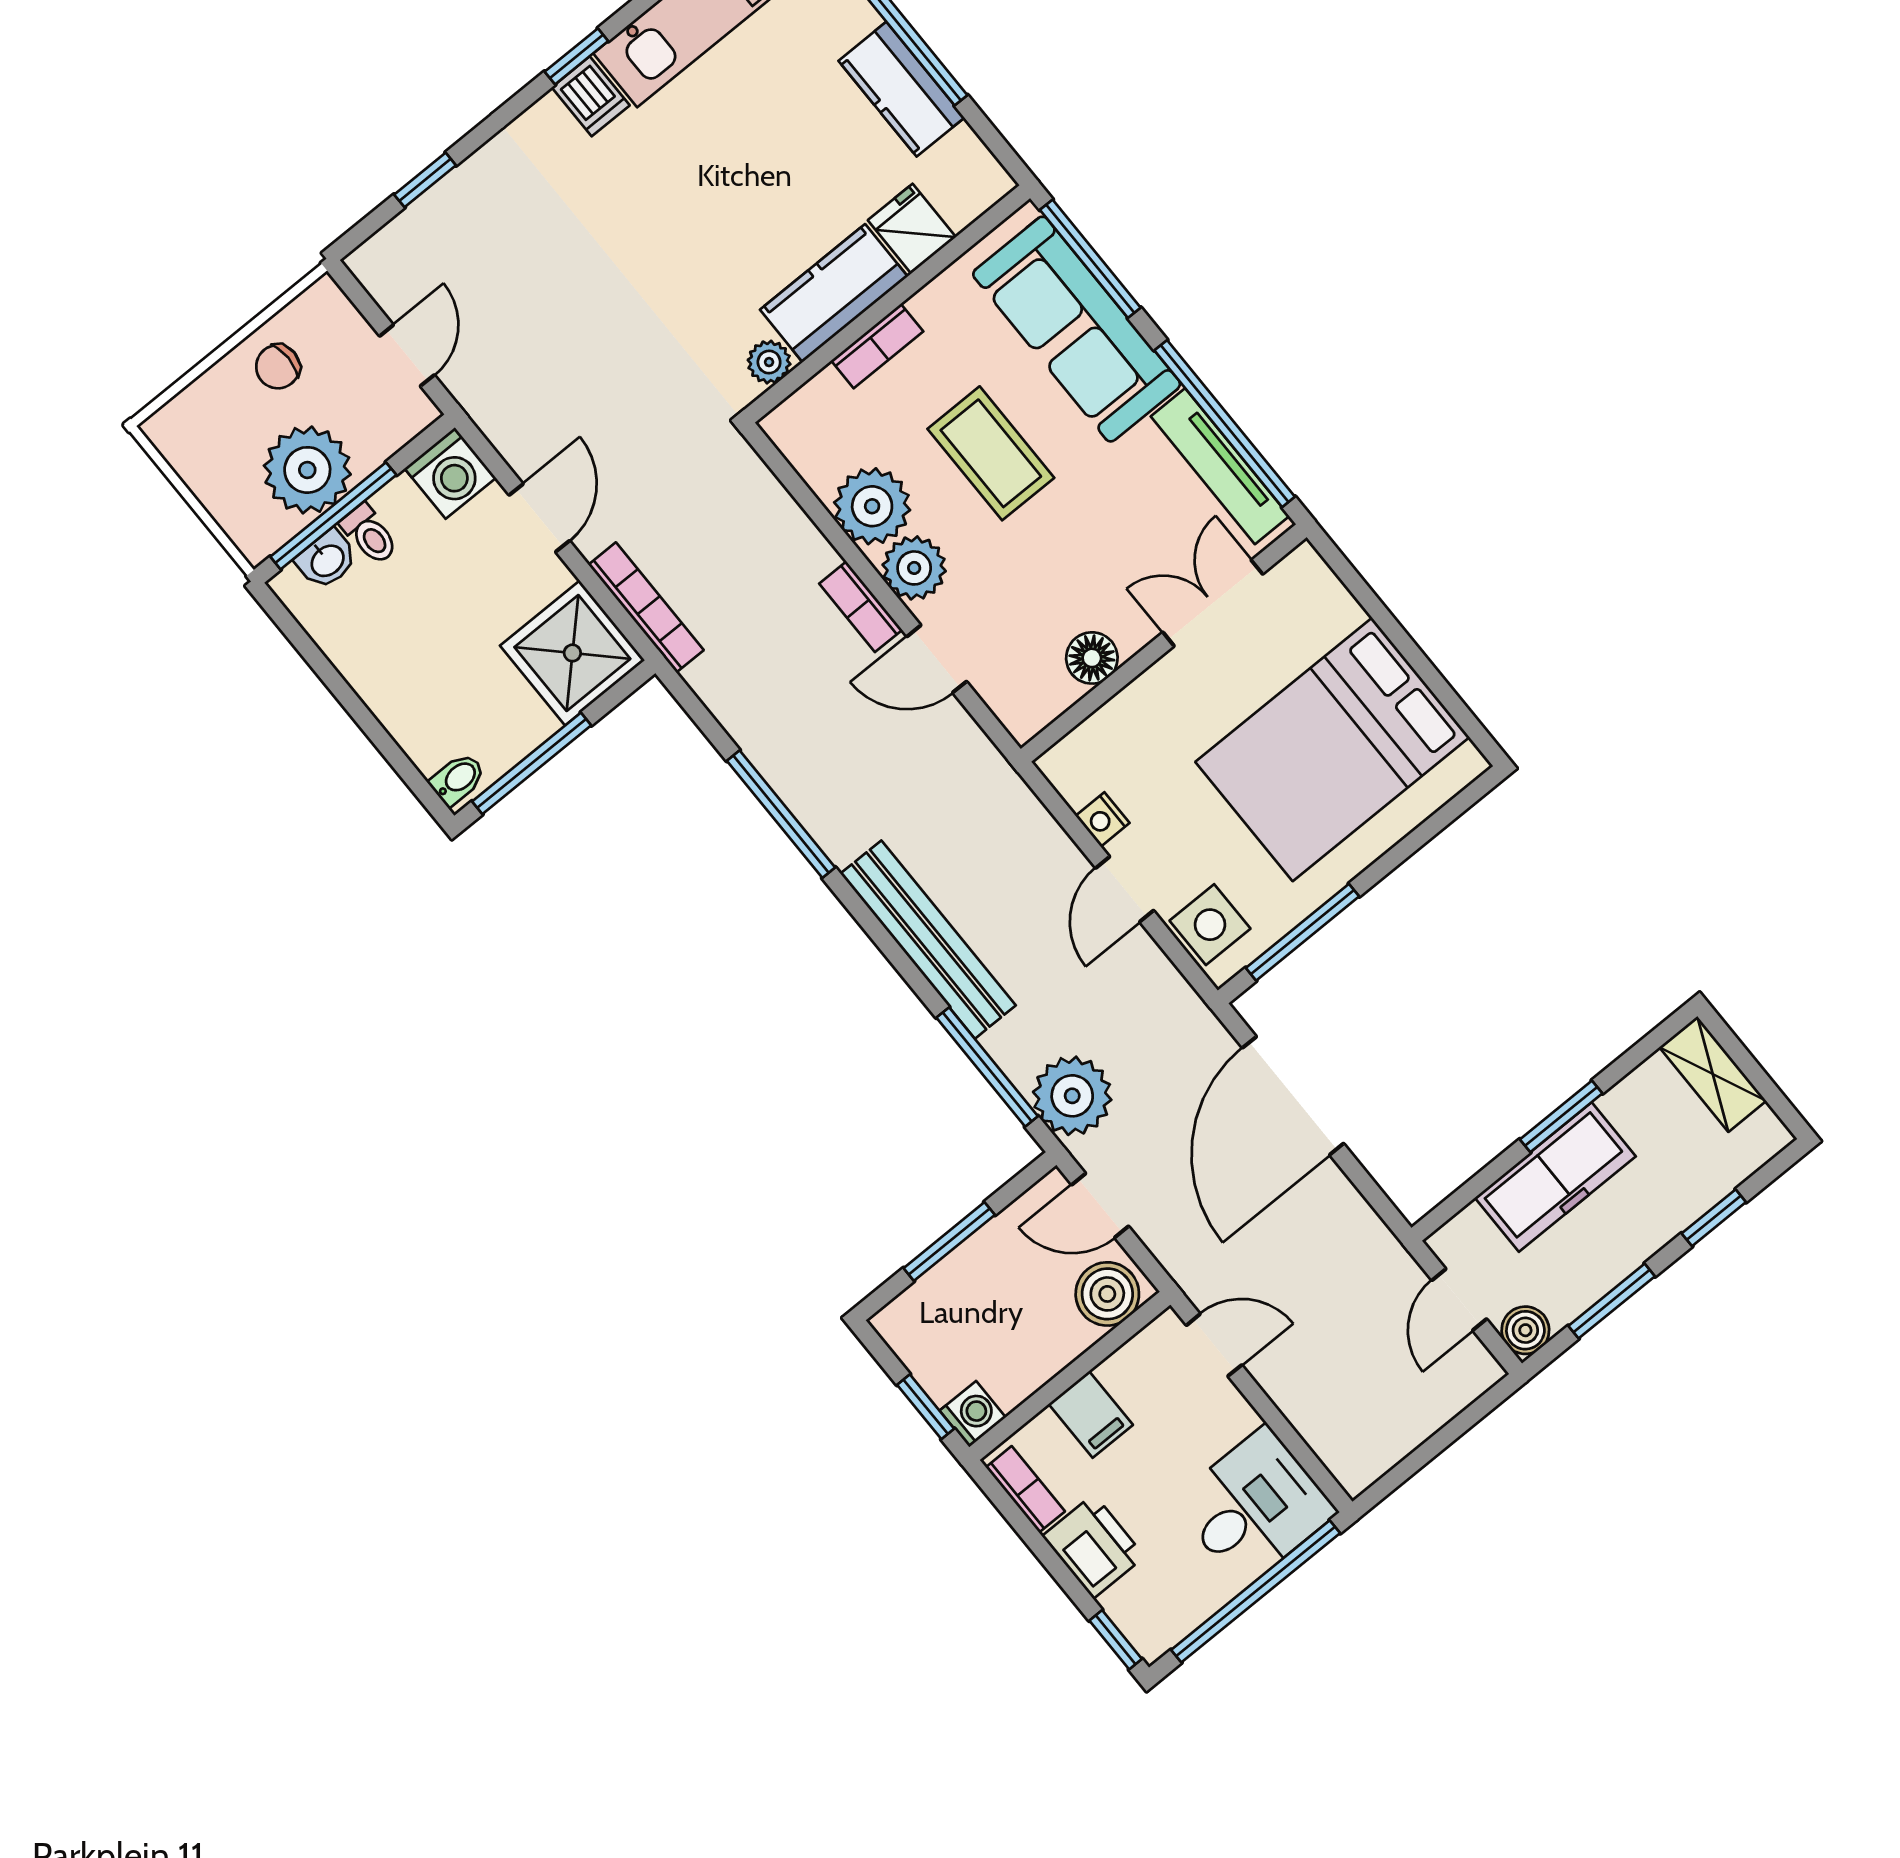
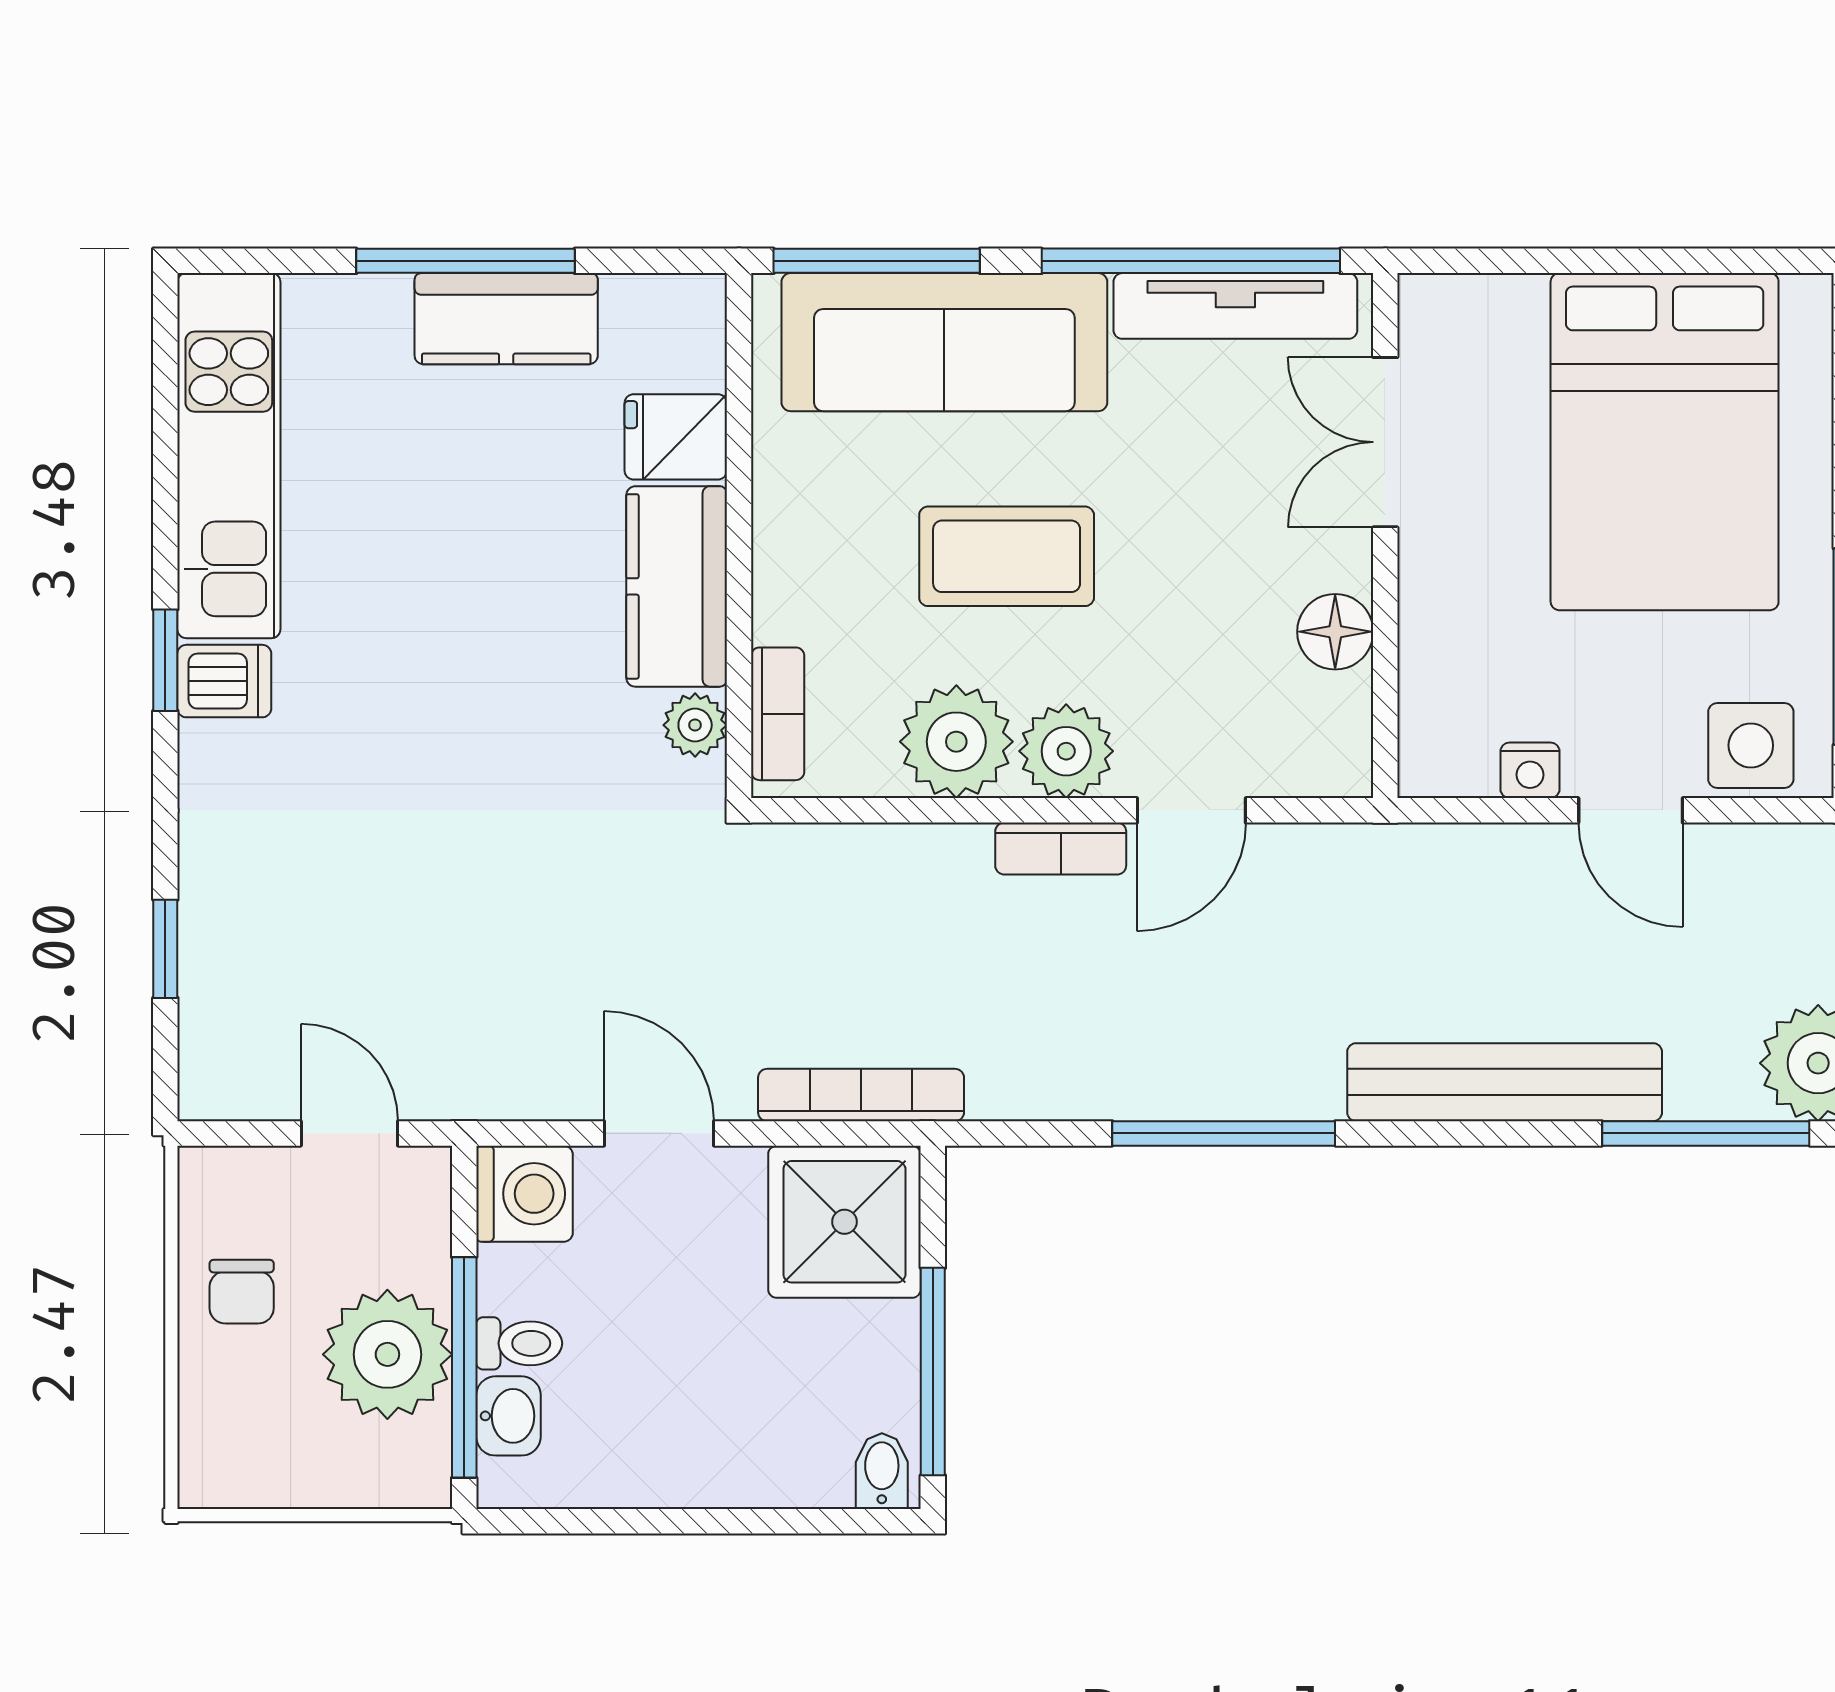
bookcase: (877, 346) -> (778, 714), moved

